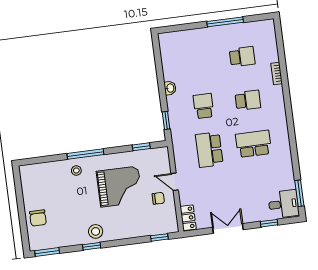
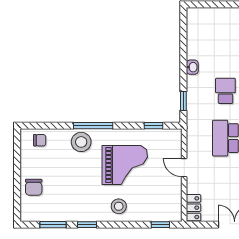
stool: (76, 171) -> (81, 142), width x1.89, depth x1.89
chair: (158, 198) -> (40, 140), moved
stool: (96, 231) -> (119, 206), moved
window: (47, 252) -> (53, 225), moved

